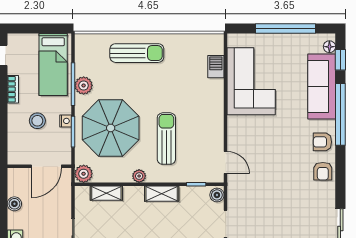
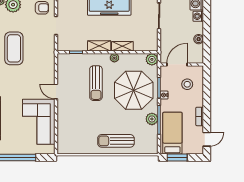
window: (46, 28) -> (177, 157), added
barbecue: (216, 67) -> (63, 132), removed
stool: (37, 121) -> (187, 84), moved
door: (226, 162) -> (56, 91), moved
coffee table: (288, 190) -> (14, 48), added
shelving: (106, 193) -> (122, 46), moved
boiler: (217, 195) -> (62, 45), removed

